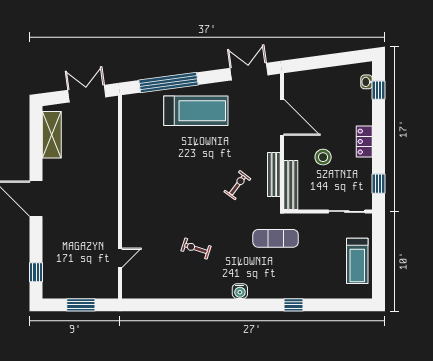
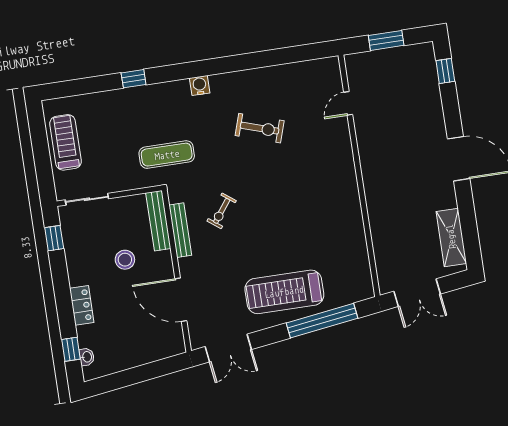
locker: (364, 142) -> (82, 305), moved
exercise bike: (196, 248) -> (260, 128), width x1.38, depth x1.39

